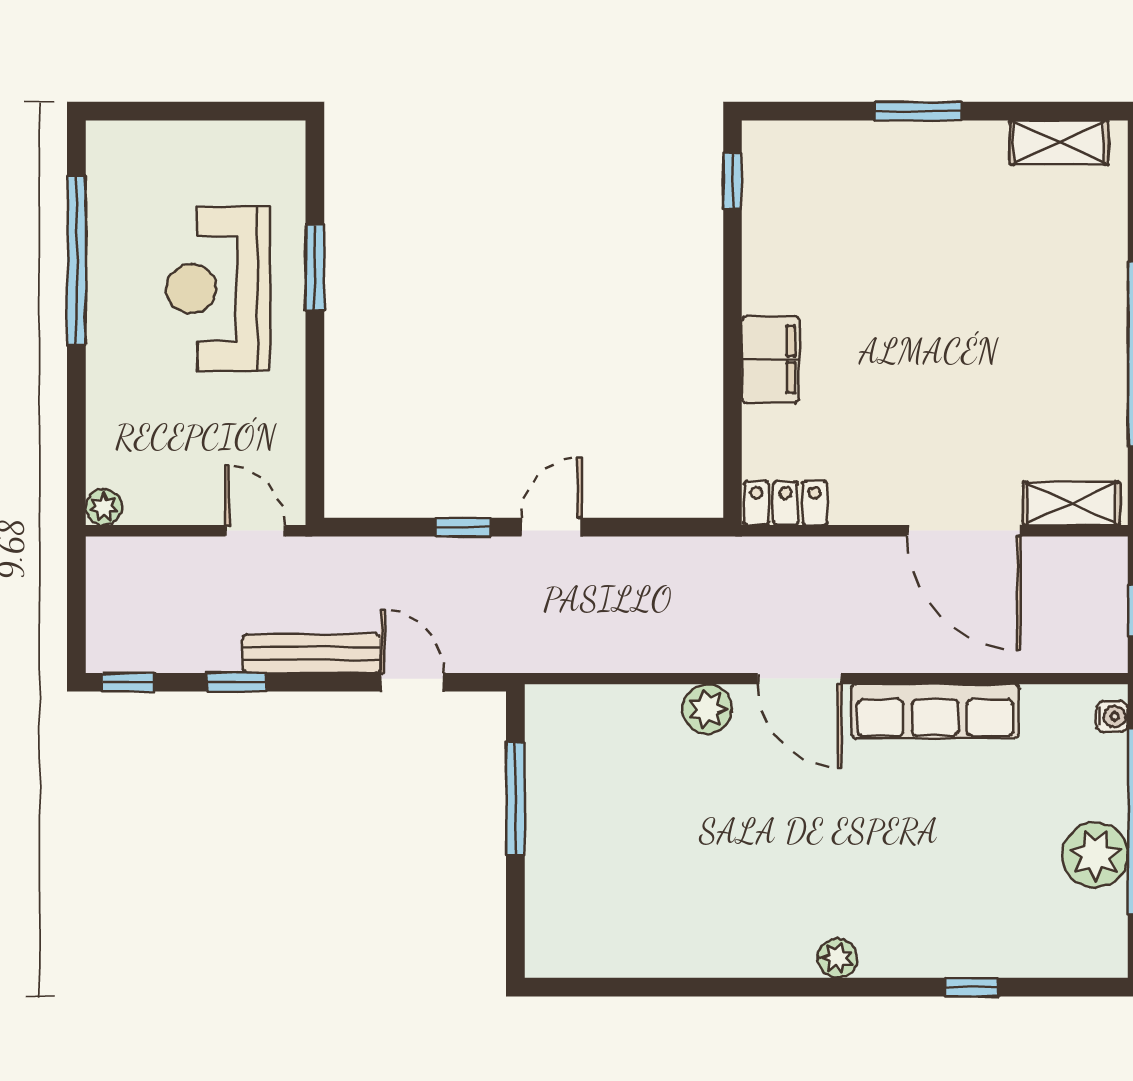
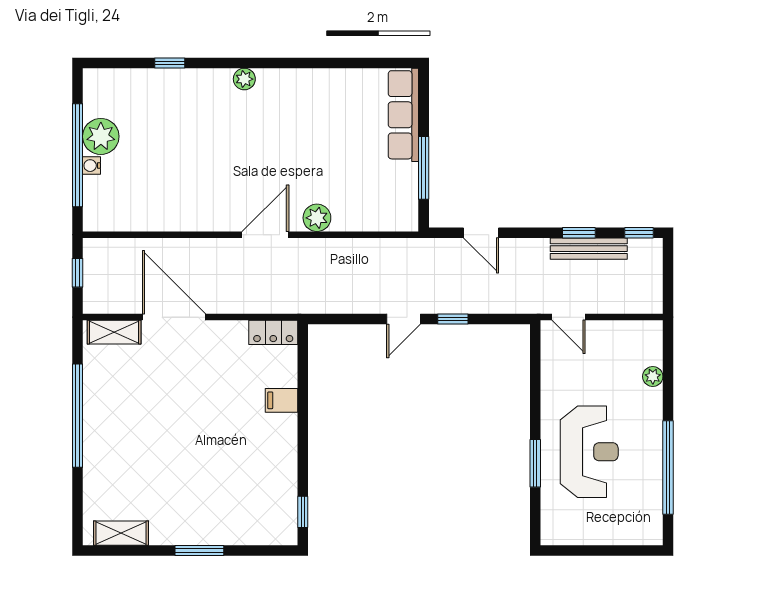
filing cabinet: (771, 359) -> (282, 400), width x0.50
plant: (104, 507) -> (653, 376), moved
bench: (312, 654) -> (589, 249), moved
door: (800, 679) -> (265, 235), hinge flipped
row of seats: (935, 711) -> (403, 115), moved, turned -90
water cooler: (1112, 717) -> (91, 166), moved

